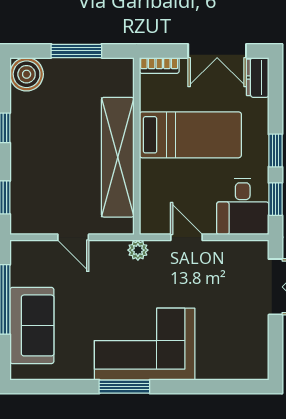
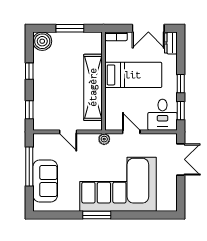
corner sofa: (145, 344) -> (118, 184), width x1.36, depth x1.36

